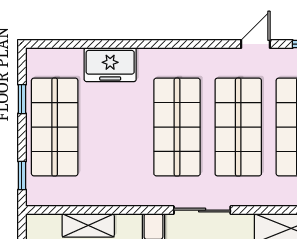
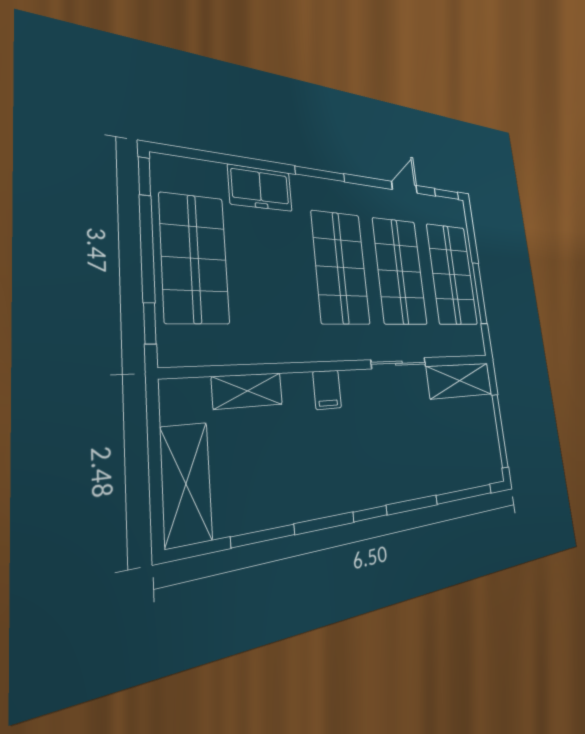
window: (166, 44) -> (320, 174), added
window: (22, 99) -> (144, 176), moved
sliding door: (202, 210) -> (399, 363), moved

